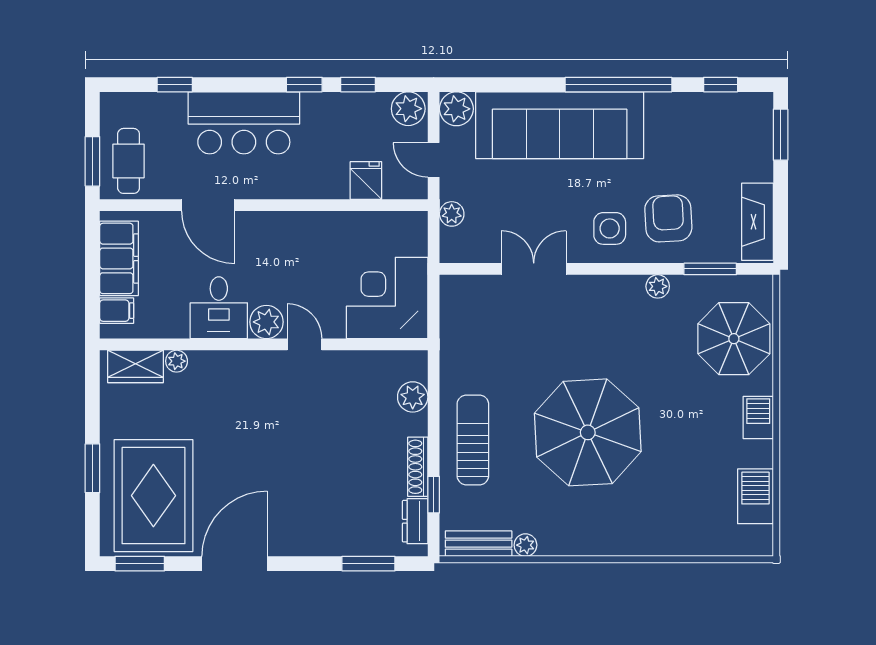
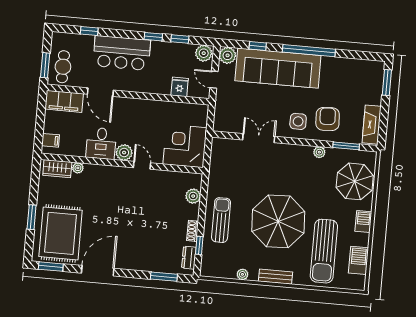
window: (721, 85) -> (258, 46), moved
plant: (452, 214) -> (221, 107), removed
filing cabinet: (119, 258) -> (64, 101), moved, turned 90
shoe rack: (418, 467) -> (193, 231), width x0.70
sun lounger: (685, 484) -> (324, 251), added
bench: (479, 544) -> (275, 277), moved

